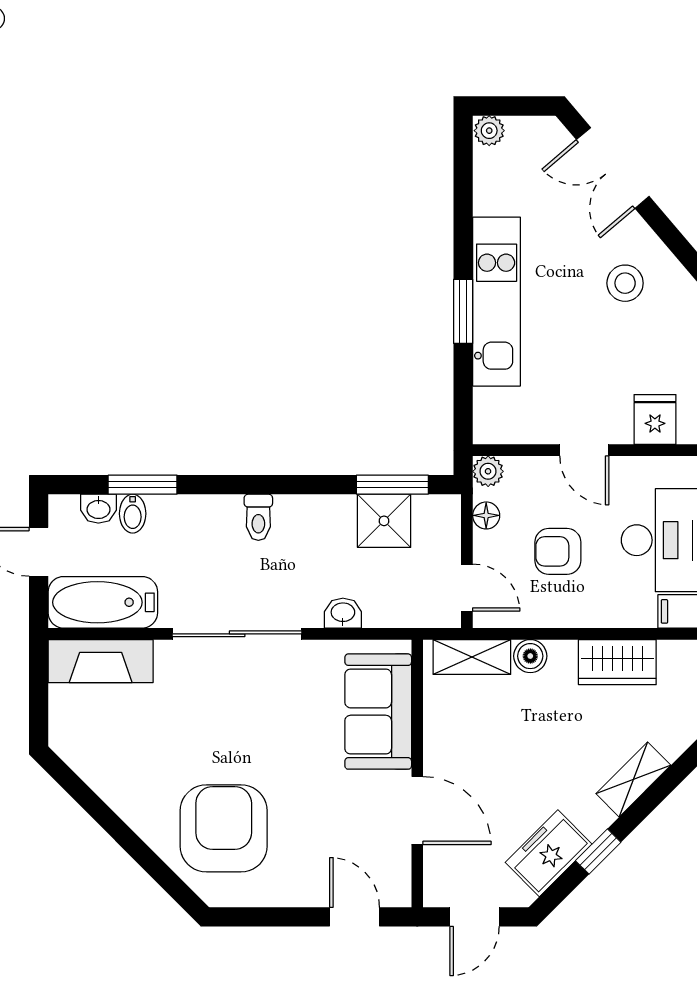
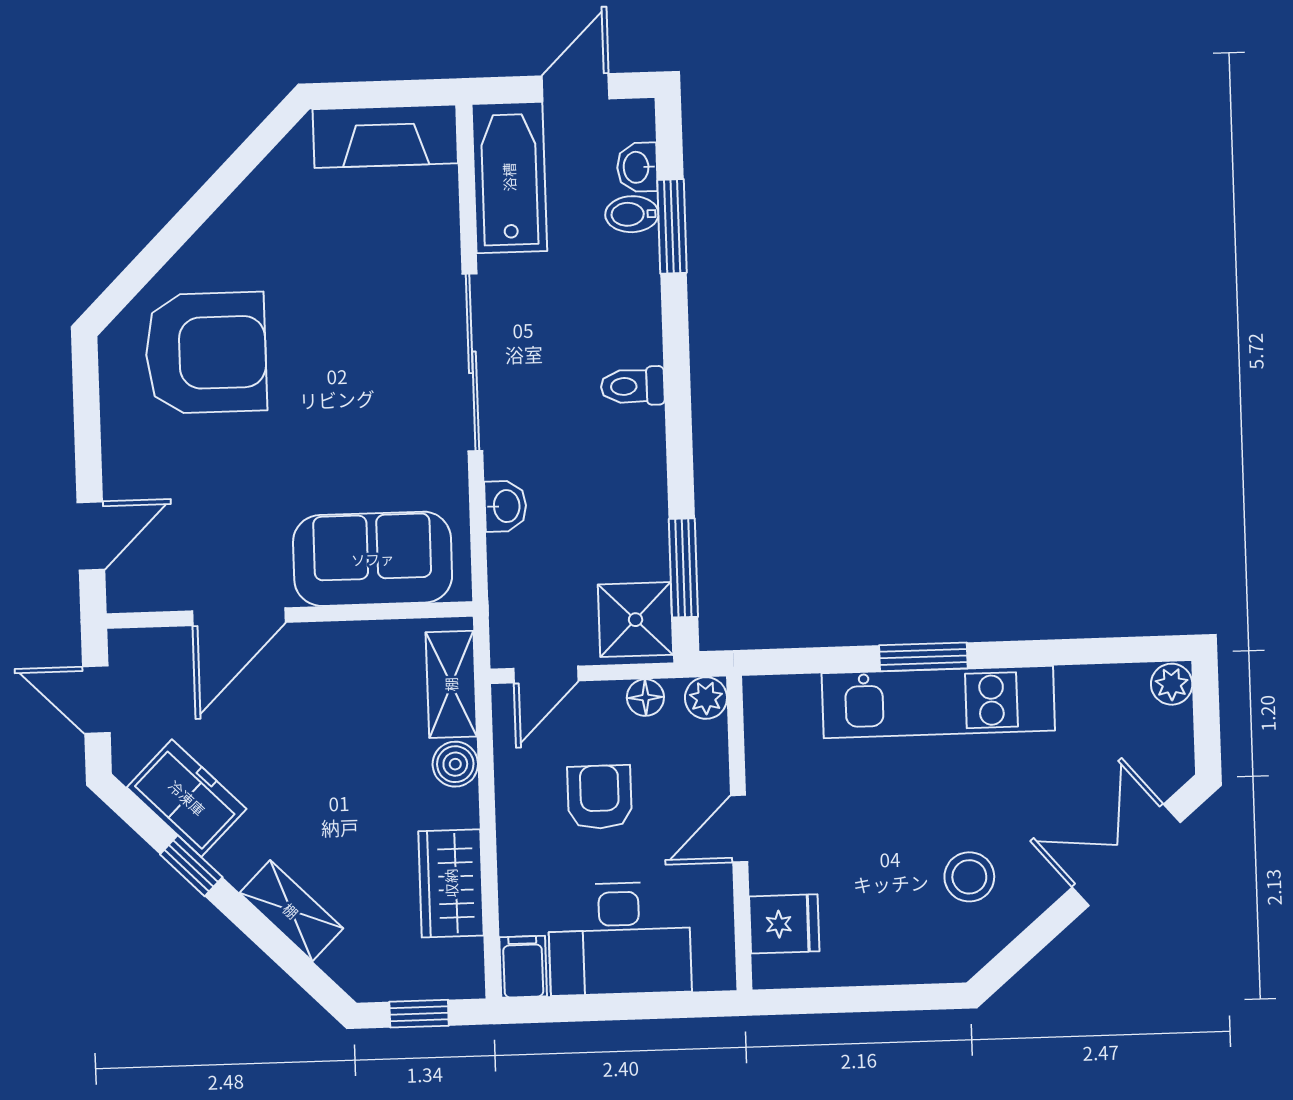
shower: (384, 521) -> (636, 620), moved
fireplace: (101, 661) -> (385, 136), moved, turned -90

